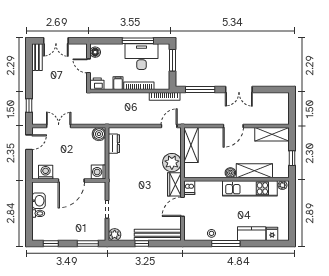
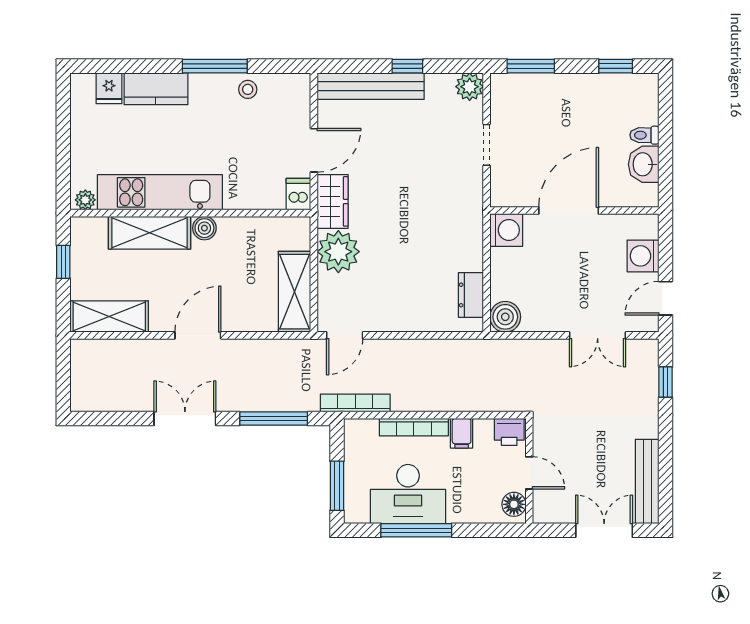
bench: (37, 57) -> (647, 481), width x1.36
washing machine: (46, 172) -> (643, 256), moved, turned 90

